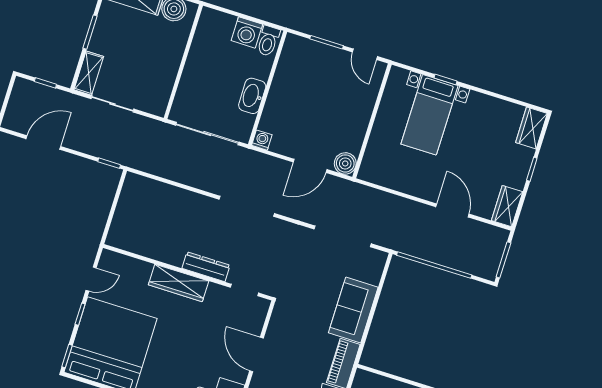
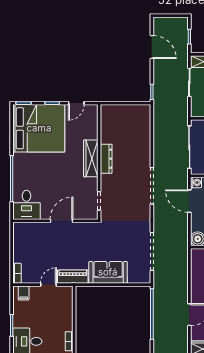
door: (310, 166) -> (189, 201), moved
dresser: (206, 267) -> (106, 159), moved
door: (91, 279) -> (76, 103), hinge flipped

